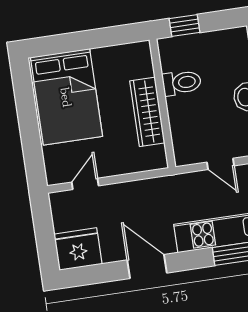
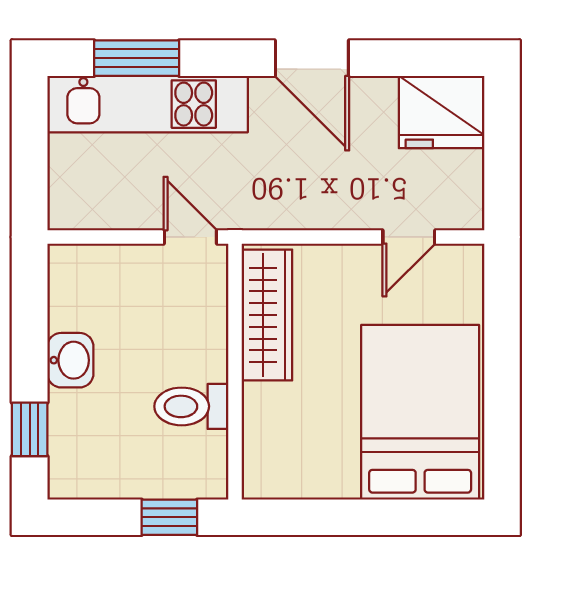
wardrobe: (147, 112) -> (267, 315), moved
door: (220, 164) -> (190, 237), moved

